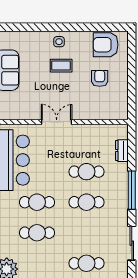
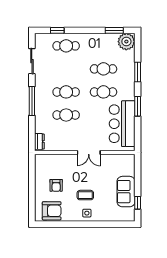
dresser: (122, 151) -> (39, 142), moved

